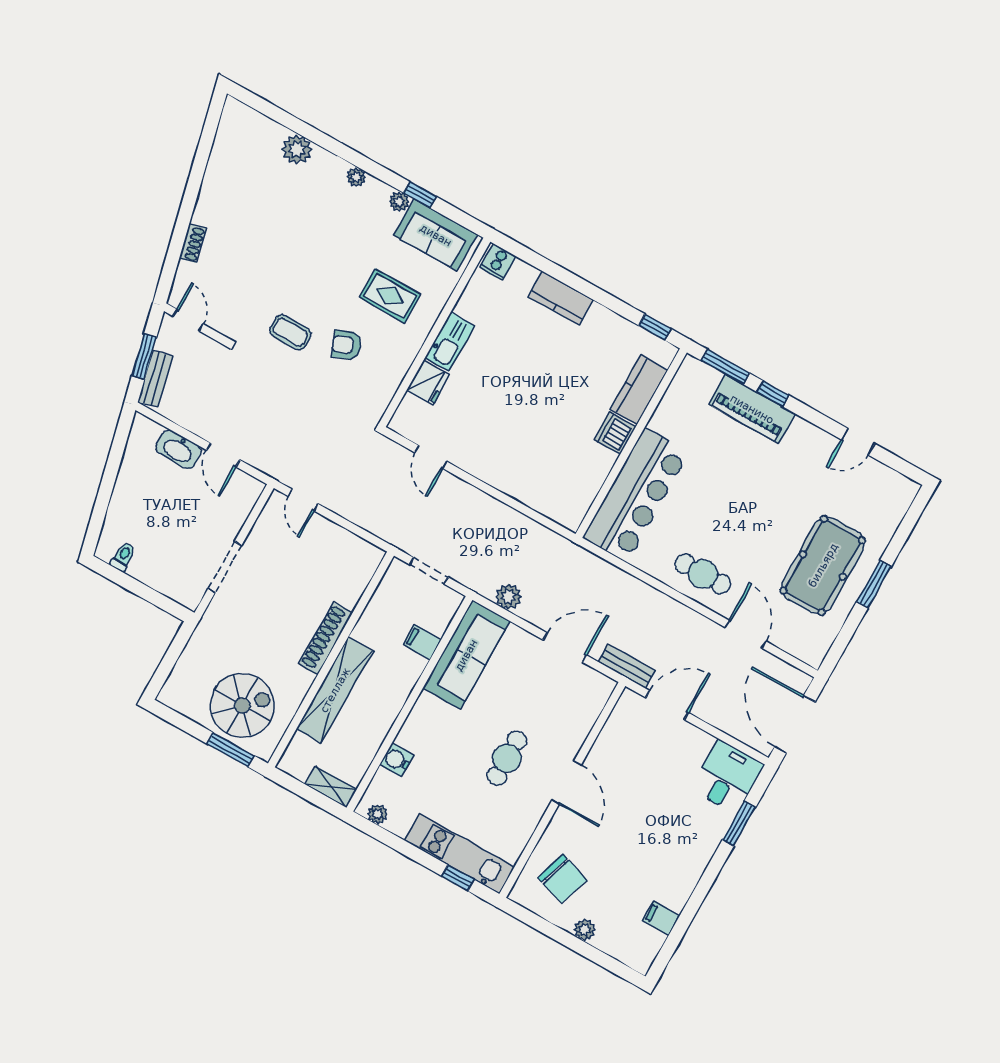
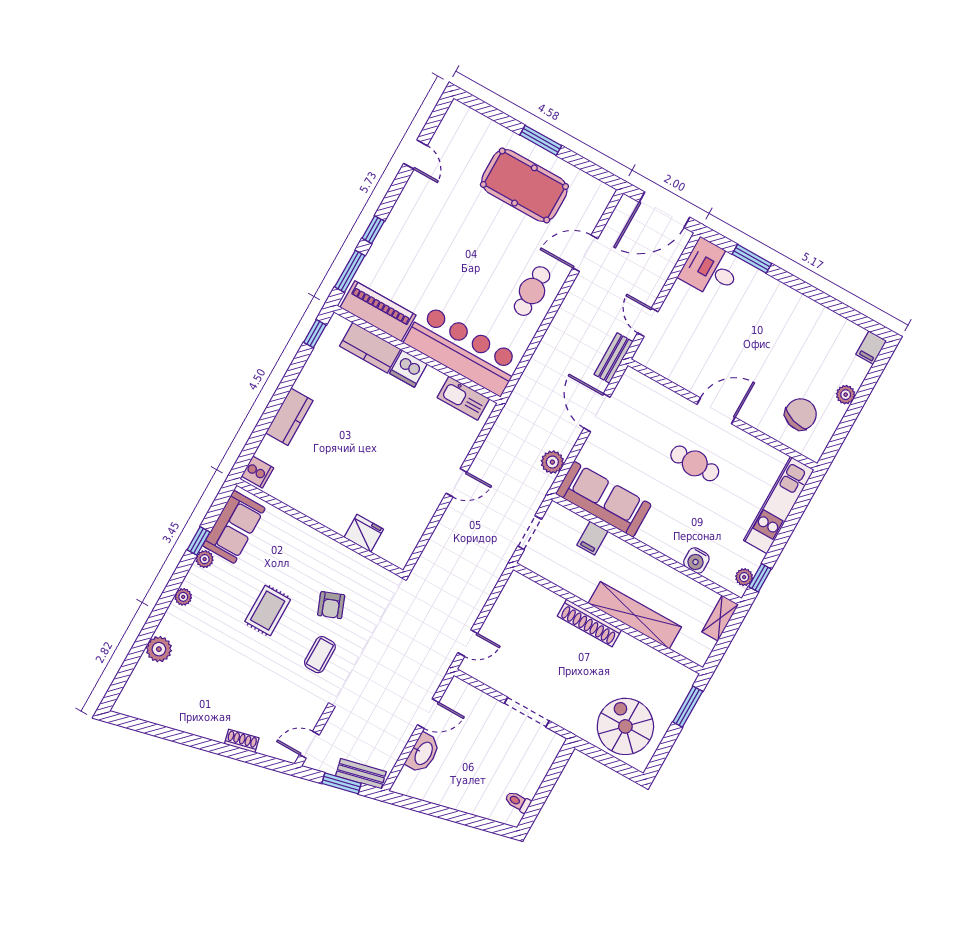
rug: (390, 296) -> (268, 610), moved
kitchen sink: (450, 342) -> (463, 398), moved, turned 180
piano: (752, 409) -> (378, 311), moved, turned -90
door: (431, 457) -> (456, 483), moved
door: (667, 705) -> (648, 322), width x0.73
spiral stairs: (242, 706) -> (625, 726), moved
window: (458, 878) -> (760, 578), moved
filing cabinet: (661, 918) -> (871, 348), moved

